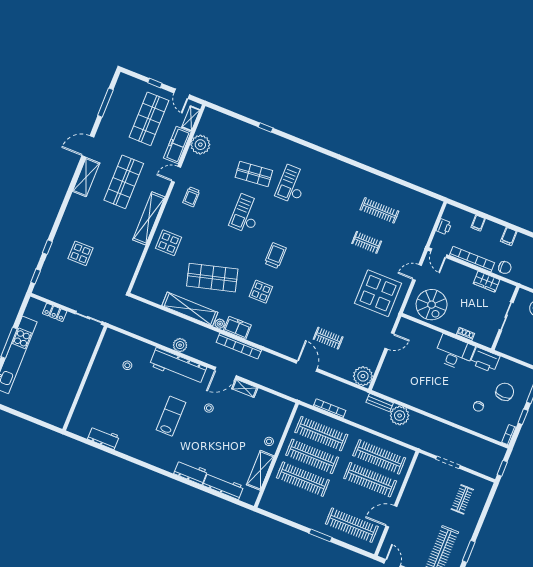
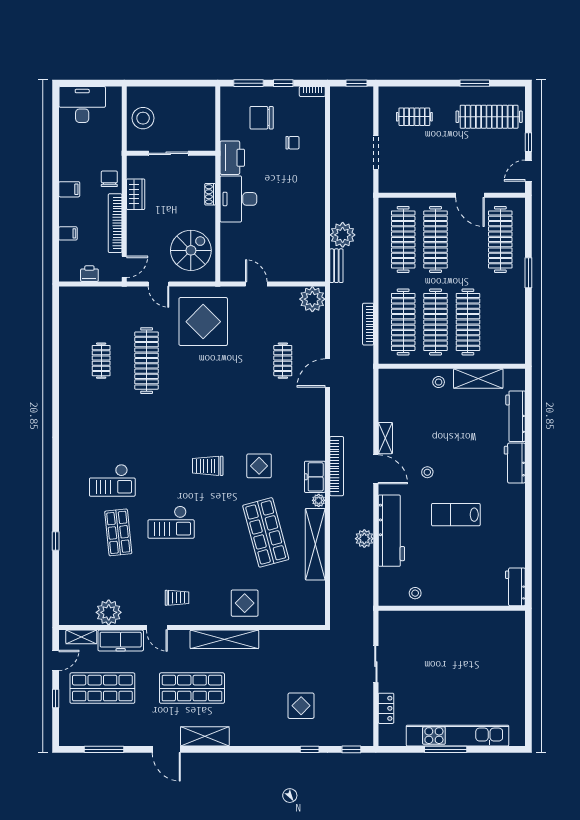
clothes rail: (379, 210) -> (101, 361), width x0.73
clothes rail: (367, 242) -> (147, 361), width x1.86, depth x1.31
wall: (85, 378) -> (452, 608), moved

